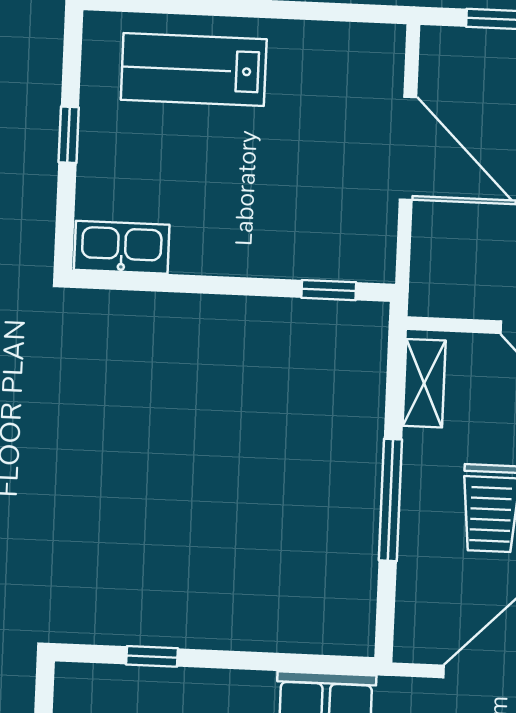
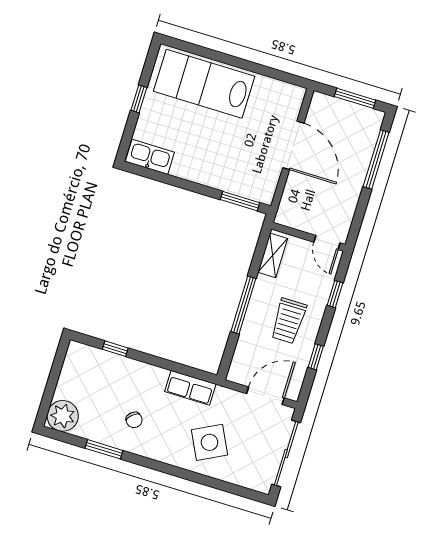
lab bench: (194, 69) -> (204, 84), width x1.36, depth x1.39
window: (329, 290) -> (240, 201), width x1.50

